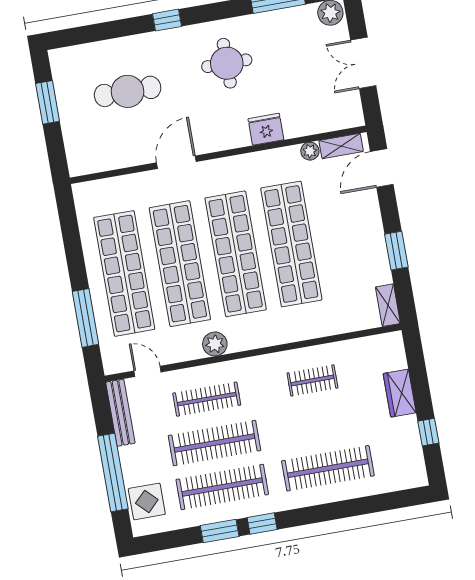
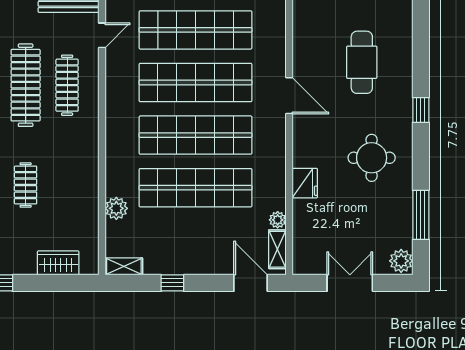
window: (396, 251) -> (172, 283), width x0.67
plant: (215, 344) -> (116, 208), moved
clothes rail: (312, 380) -> (26, 185), moved
wardrobe: (400, 393) -> (58, 263), moved

